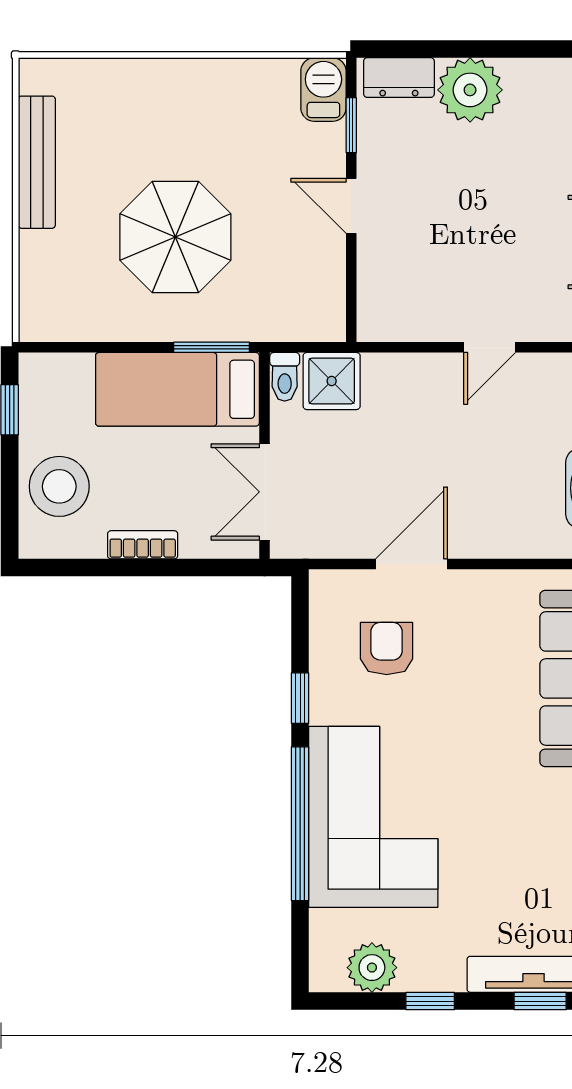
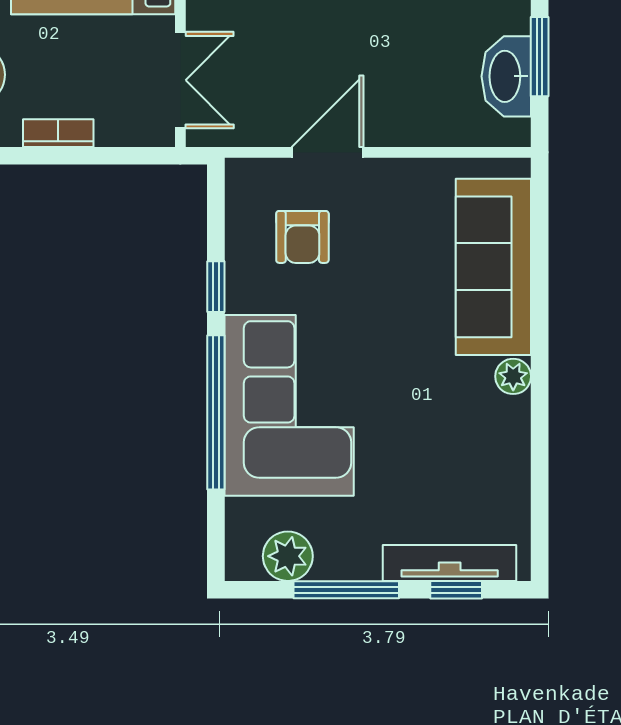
double door: (265, 492) -> (180, 80), swing flipped
armchair: (387, 649) -> (302, 237), turned 180
window: (430, 1001) -> (346, 590), width x2.17

